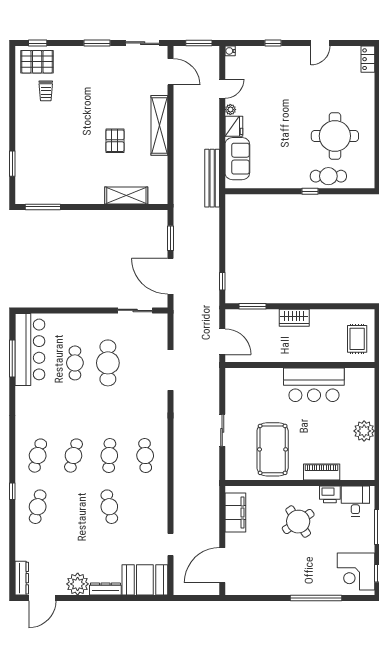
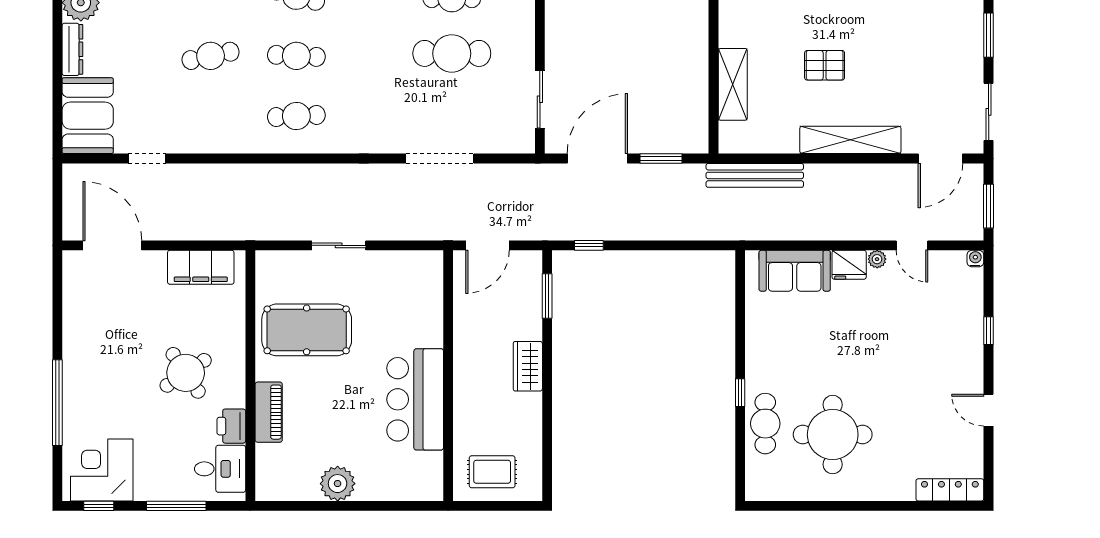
locker: (368, 59) -> (950, 490), width x1.53
bench: (212, 178) -> (755, 175), moved

